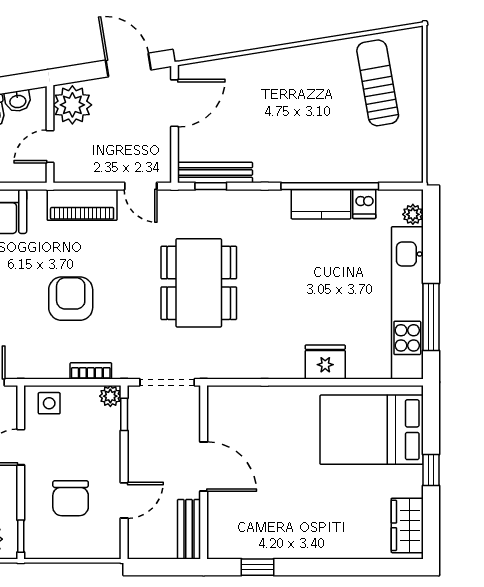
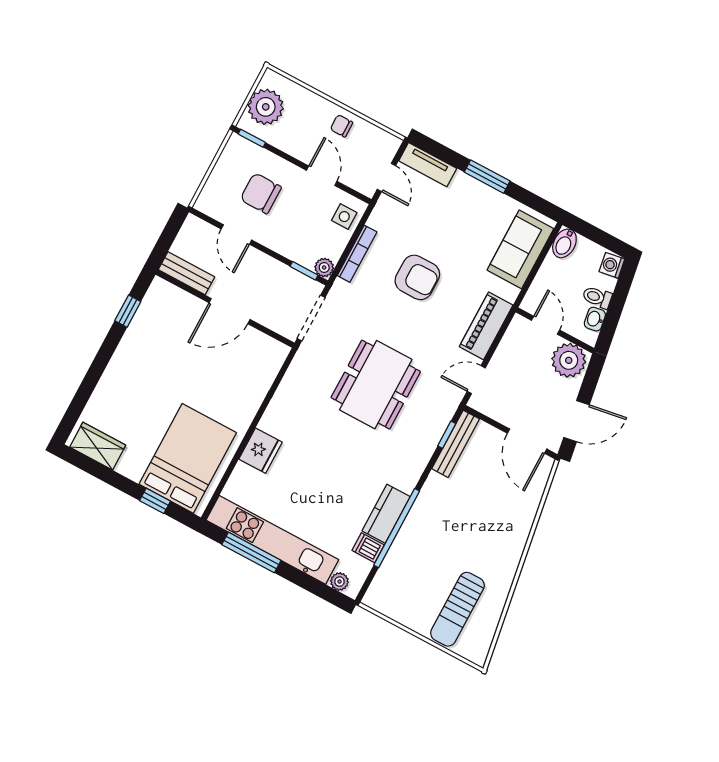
sun lounger: (378, 83) -> (457, 609), turned 100
dining table: (199, 283) -> (376, 385), turned 90
bookcase: (91, 371) -> (357, 254), width x1.56
window: (431, 470) -> (155, 501), moved

